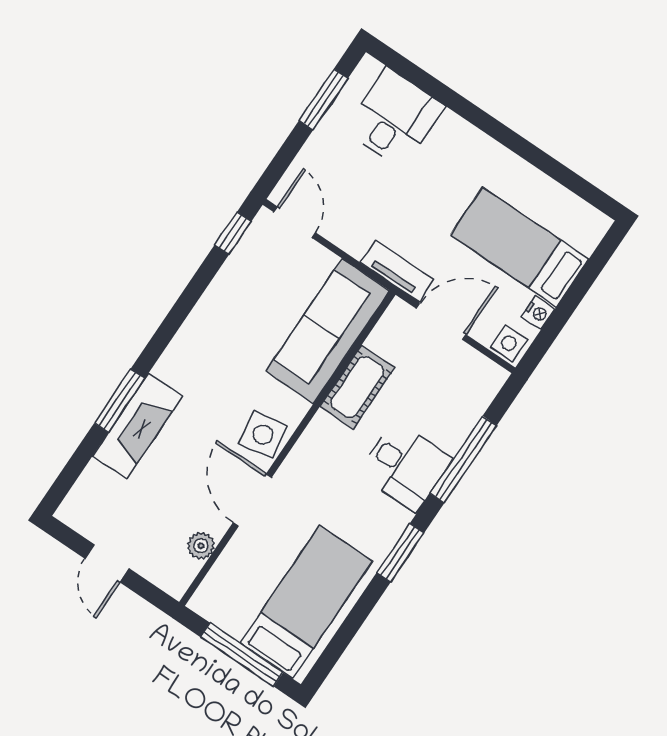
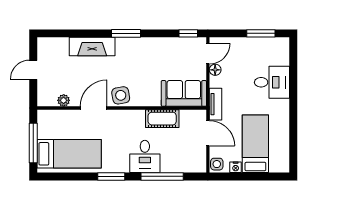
desk: (394, 118) -> (272, 82), moved
floor lamp: (333, 229) -> (215, 70), added
sofa: (328, 331) -> (184, 93), width x0.73
window: (120, 401) -> (126, 33), moved

